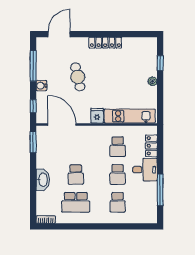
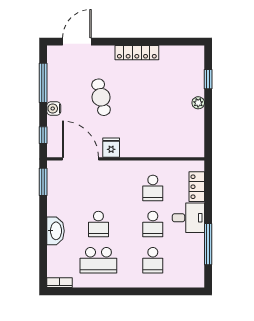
fridge: (97, 116) -> (111, 148), moved
kitchen unit: (130, 116) -> (169, 148), removed

